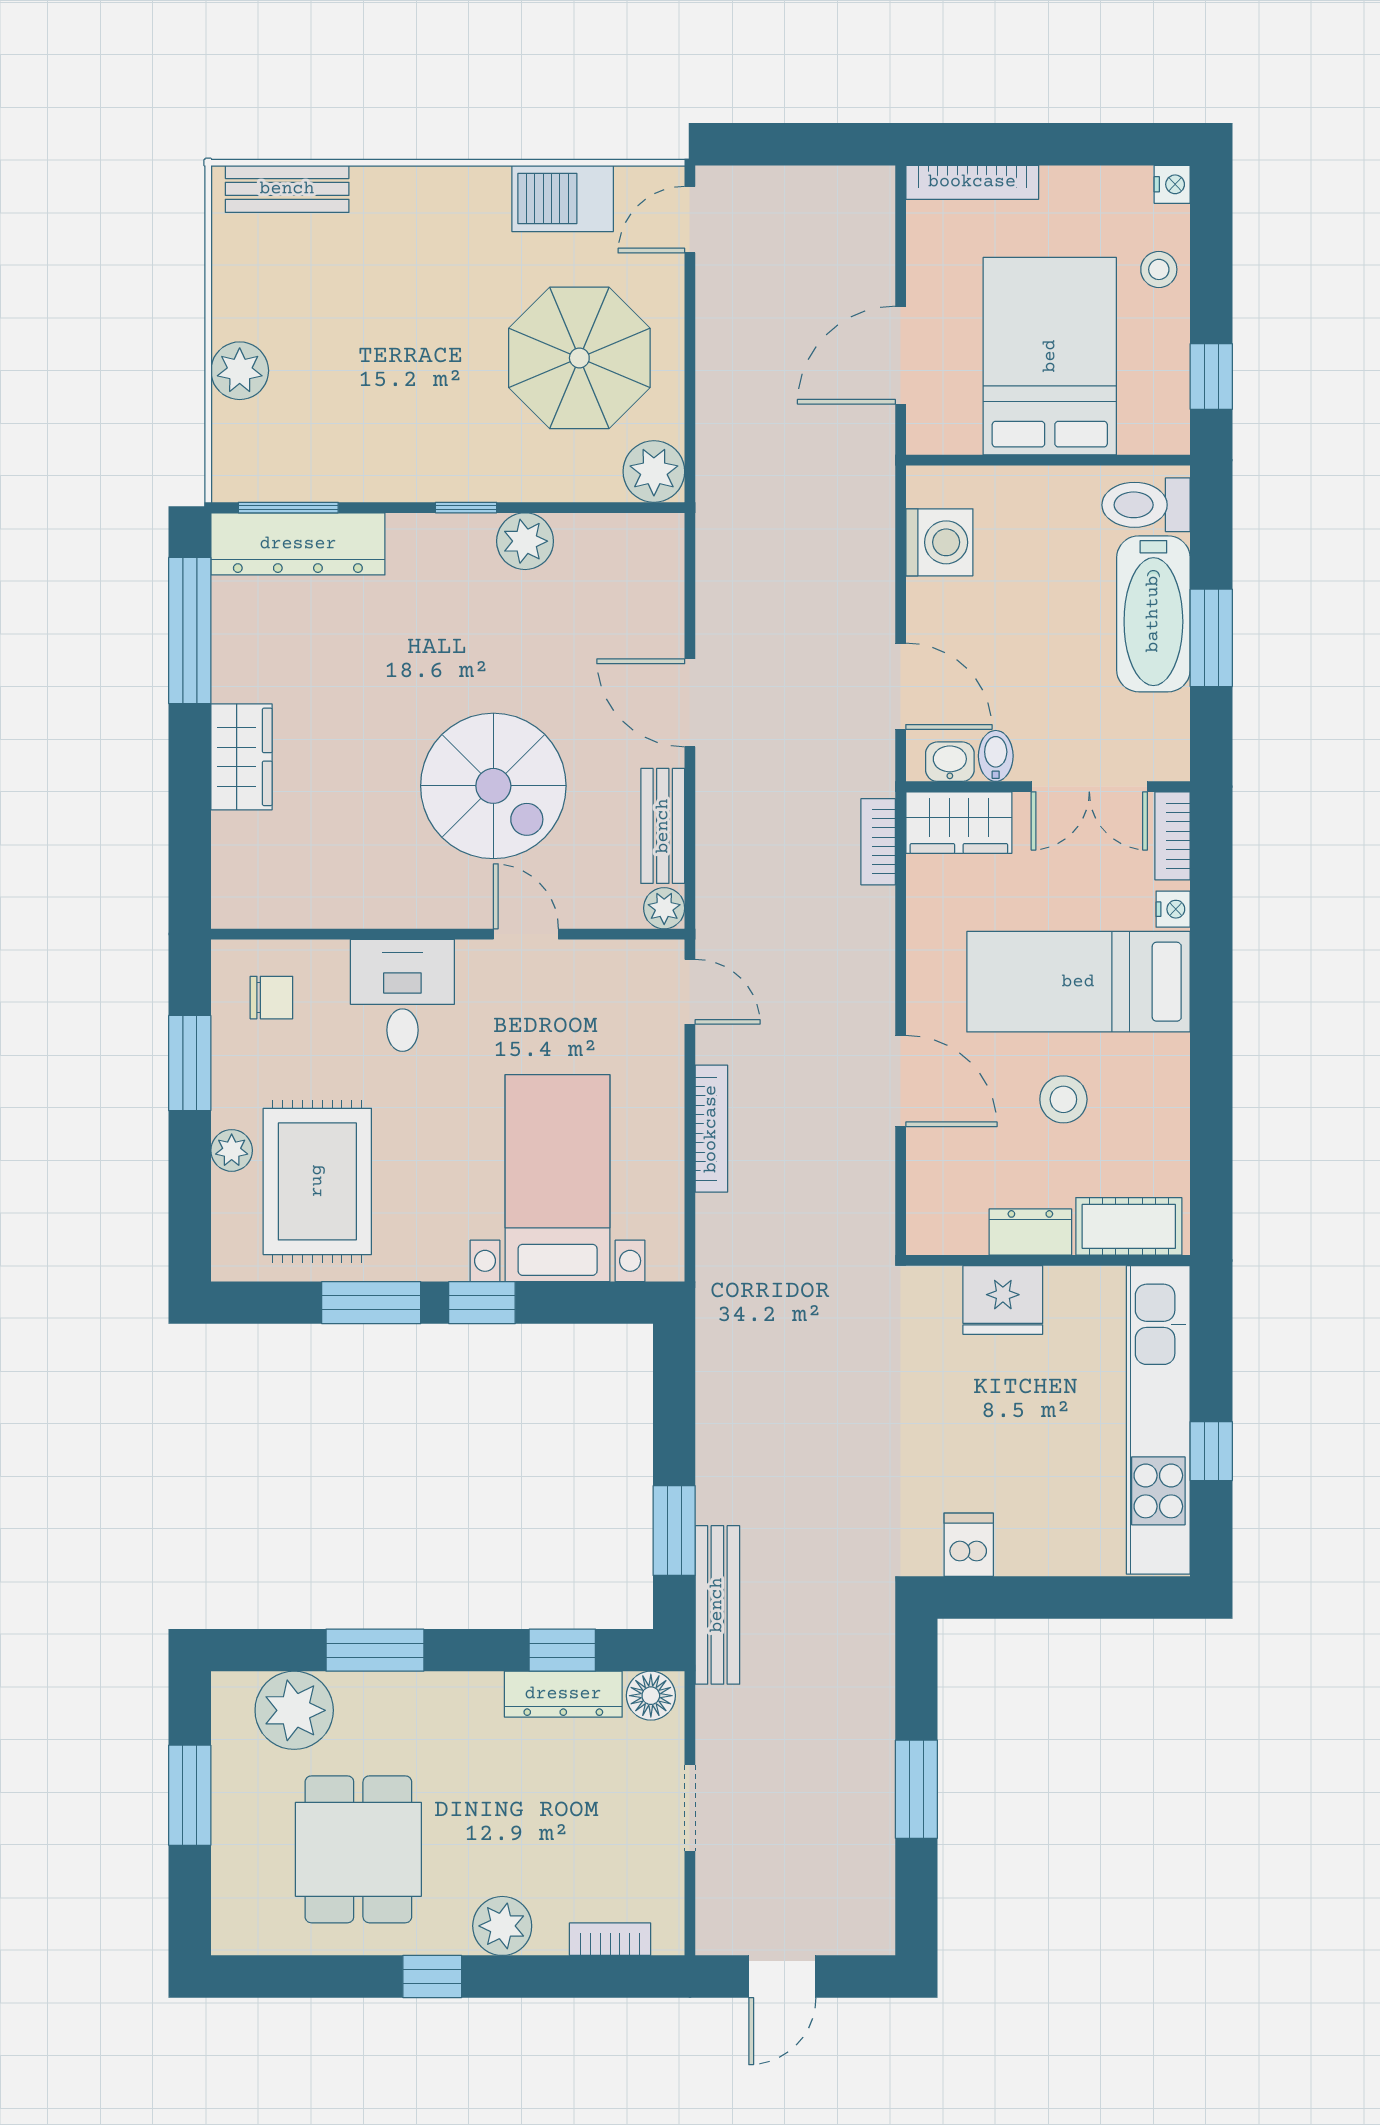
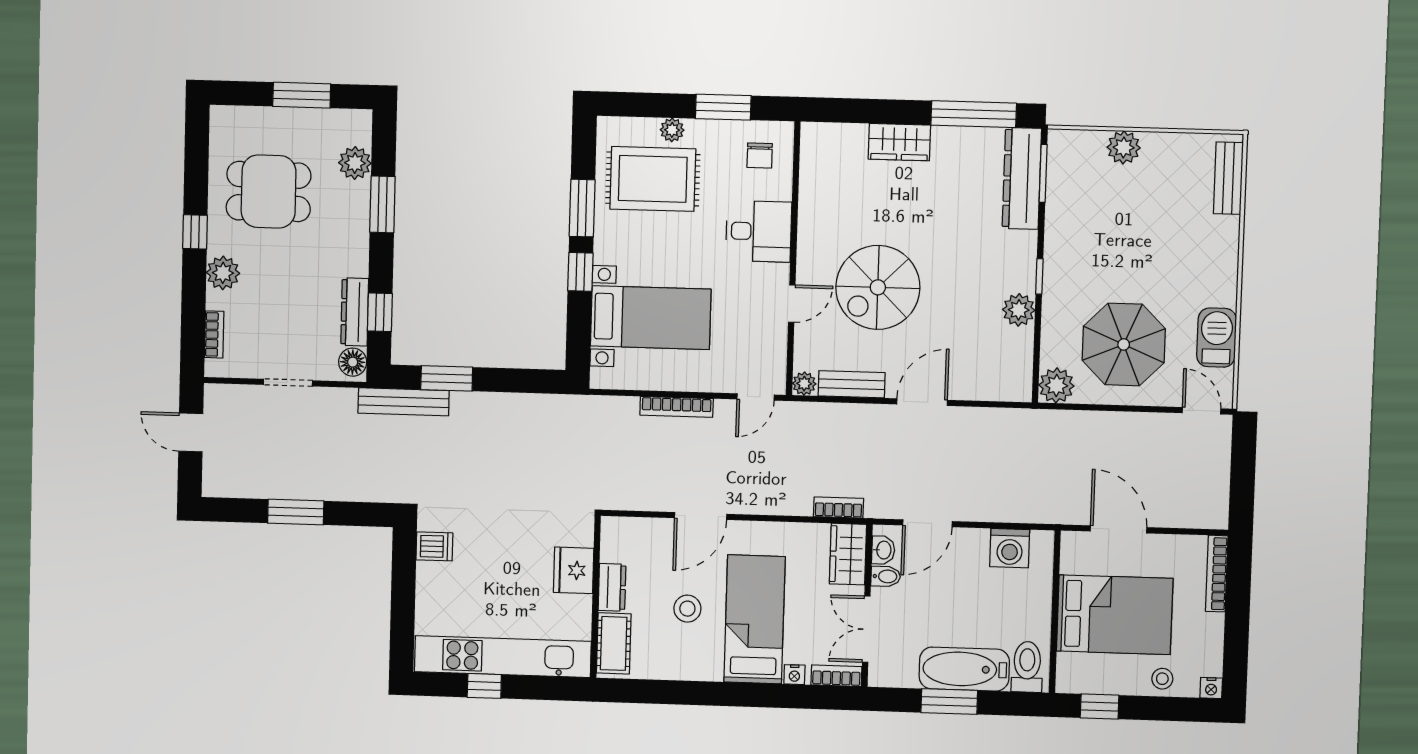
plant: (294, 1710) -> (355, 163), width x0.73, depth x0.73

